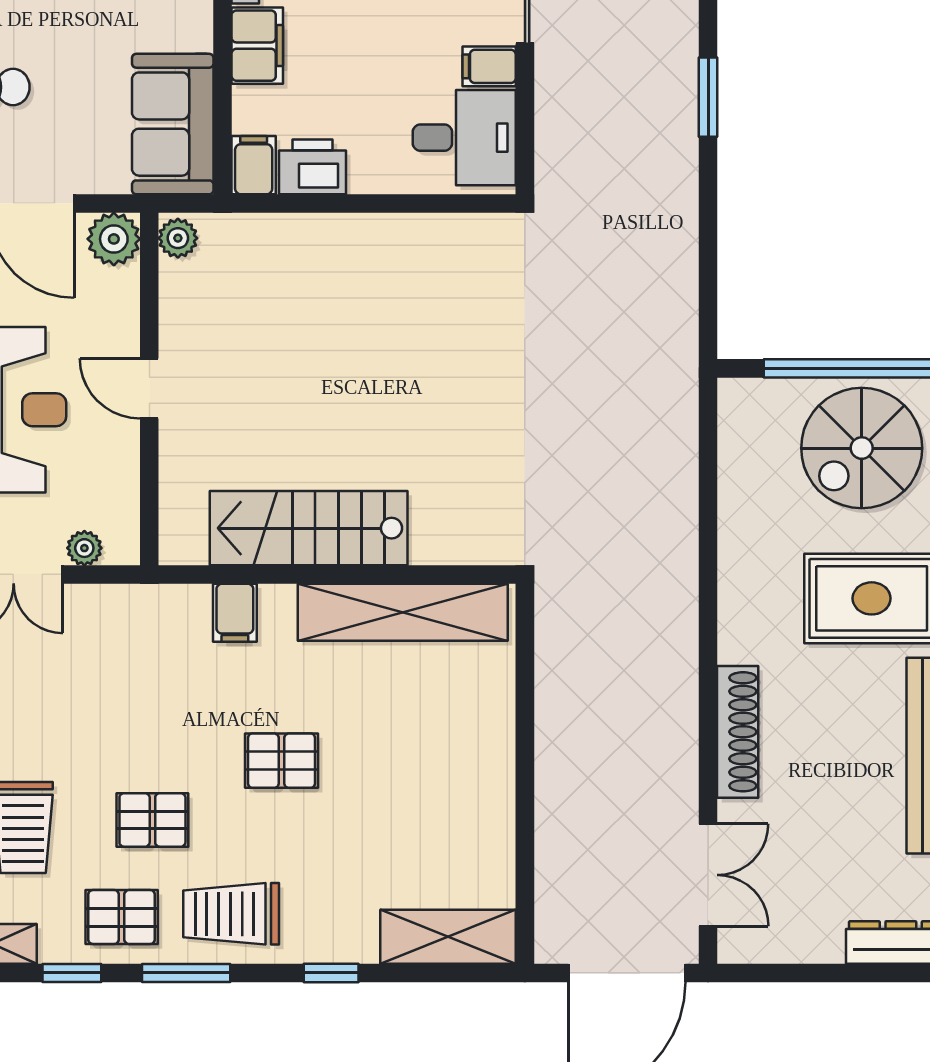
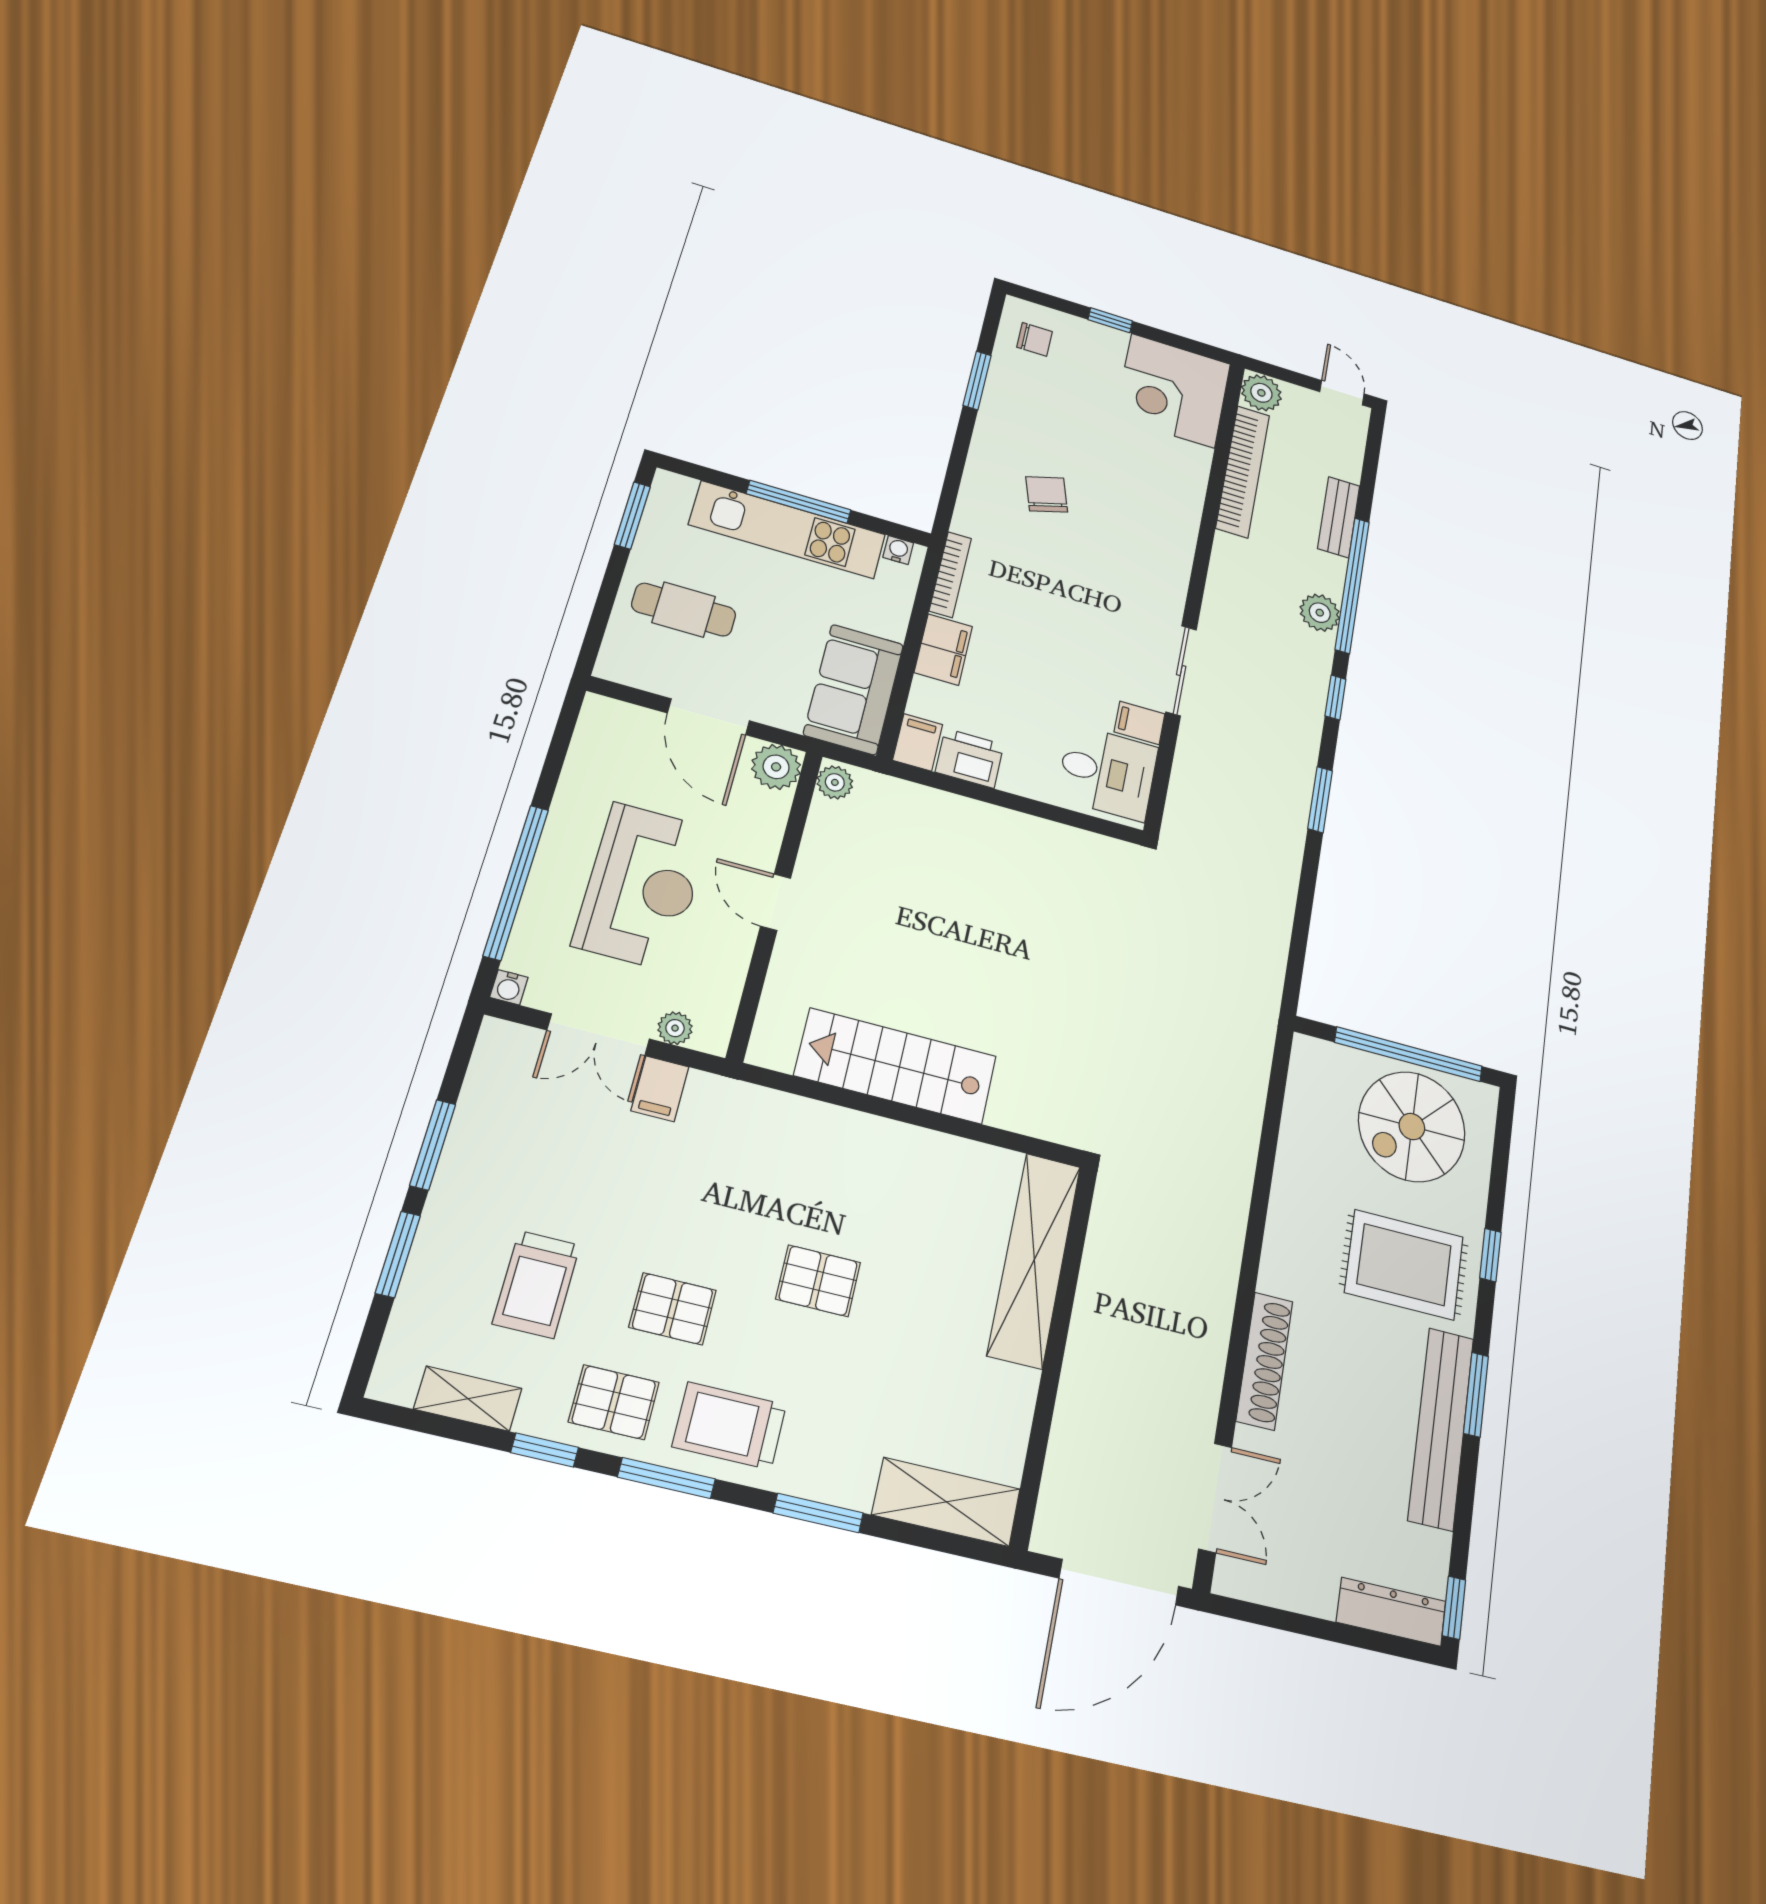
shelving: (403, 612) -> (1034, 1260), moved, turned 90
filing cabinet: (235, 613) -> (660, 1089), moved
window: (331, 973) -> (818, 1513), width x1.50

